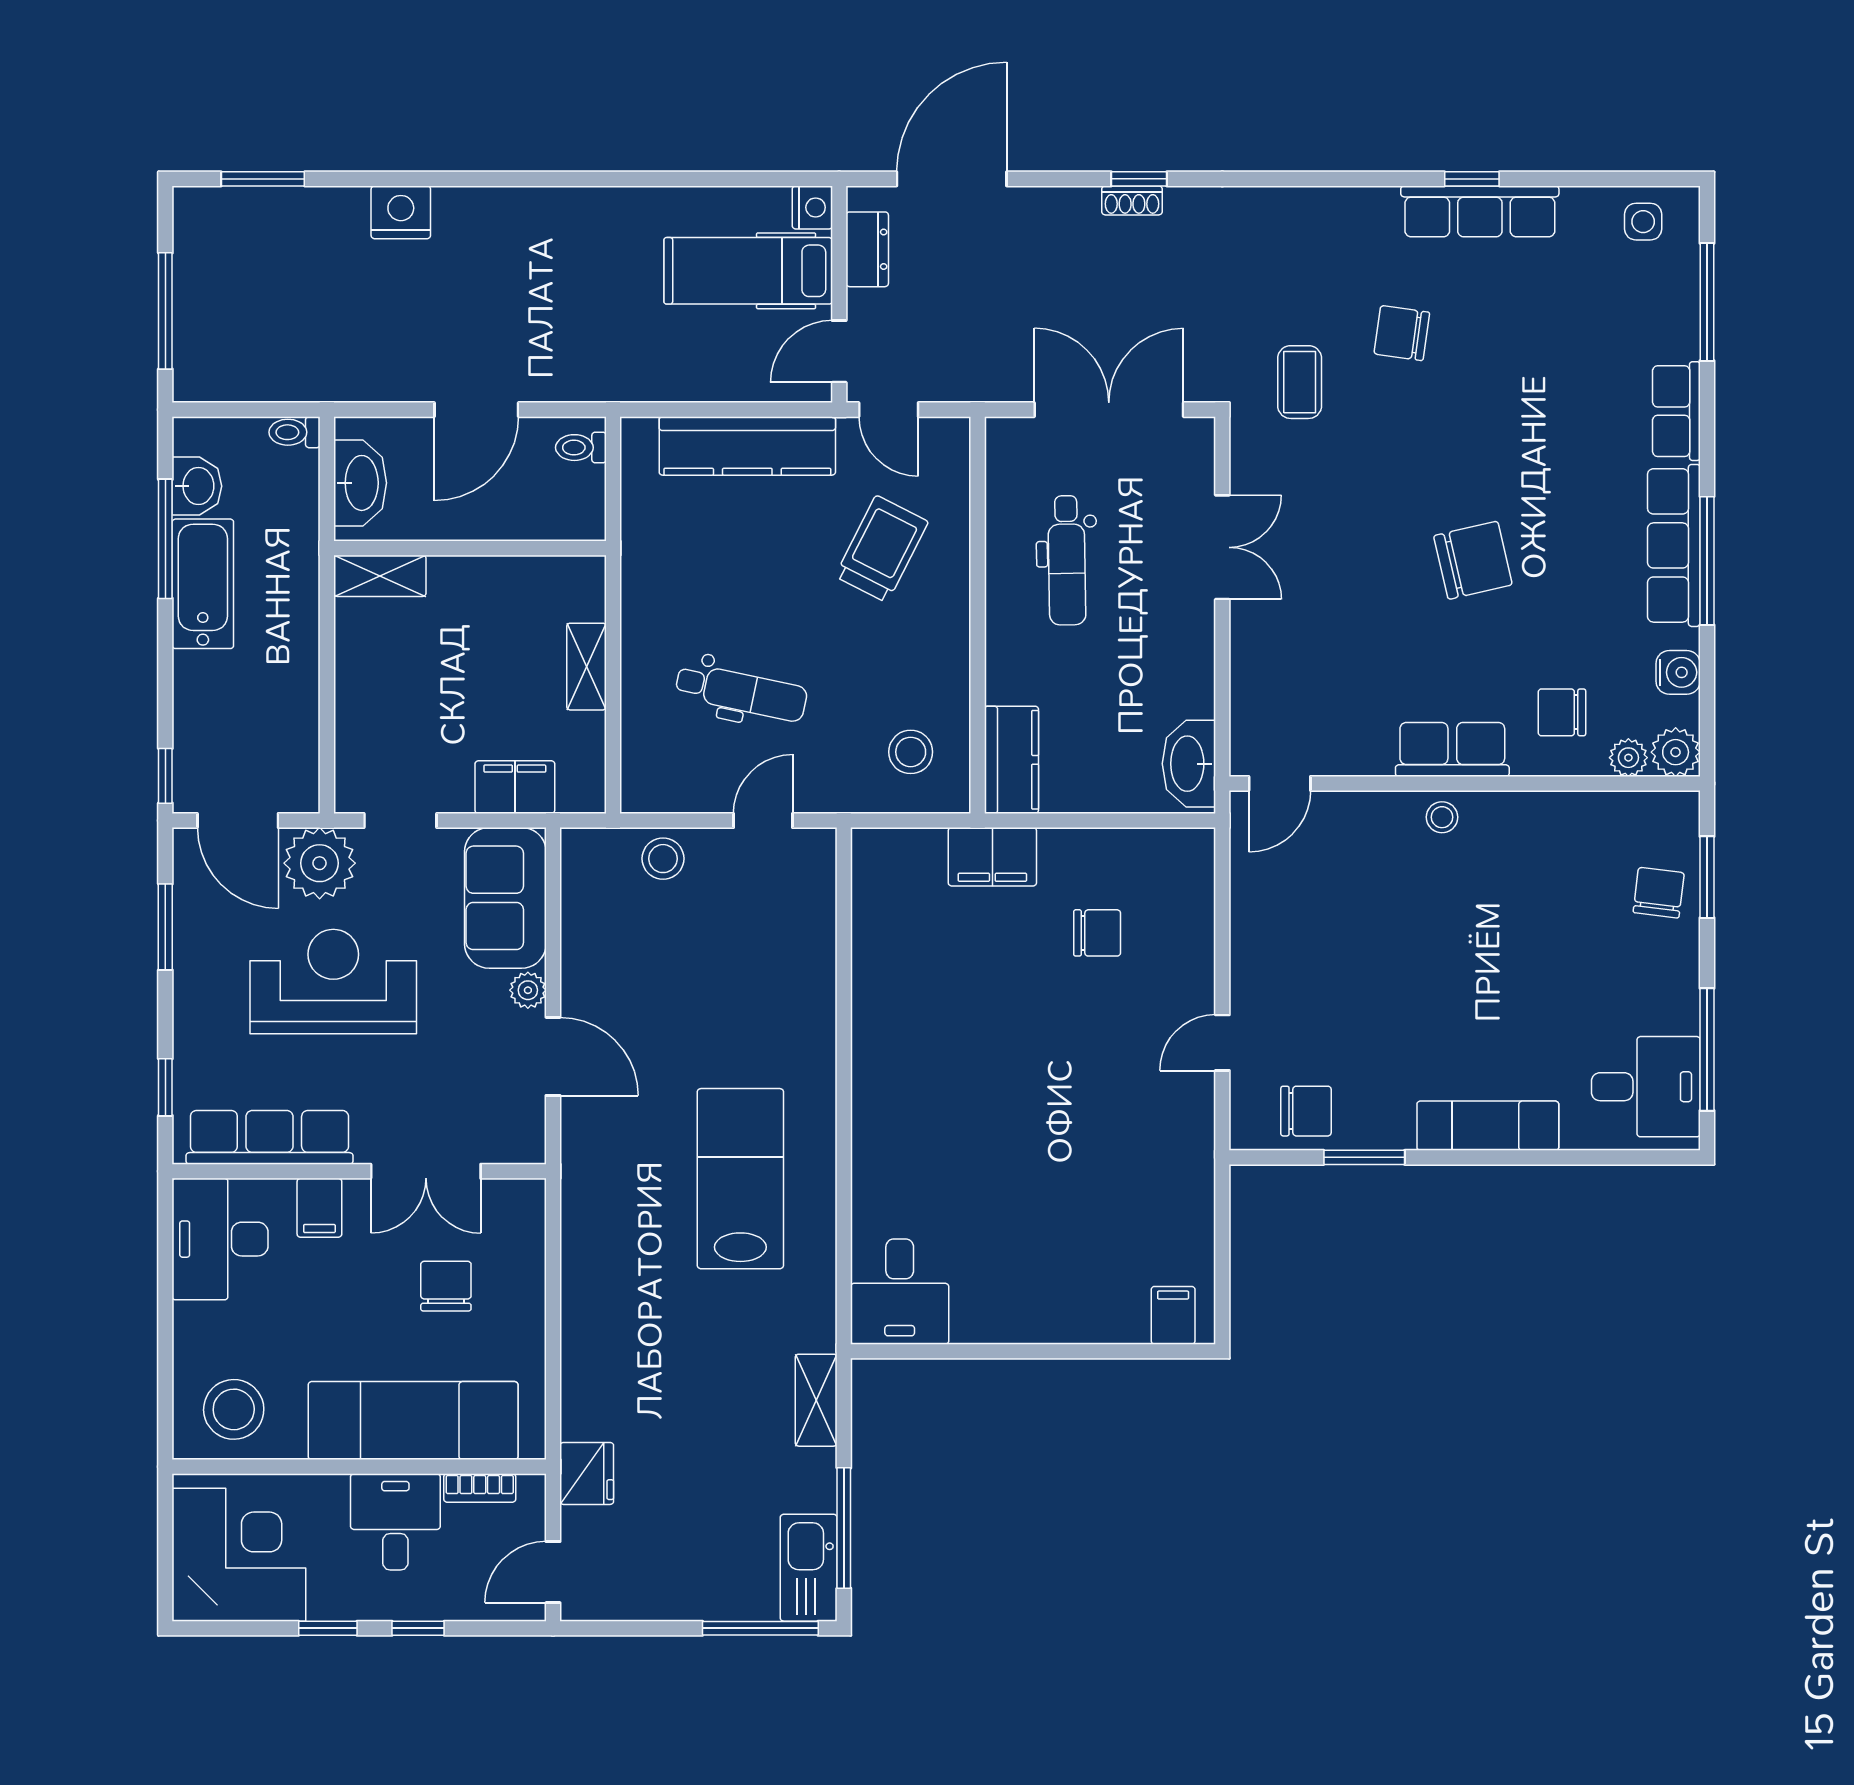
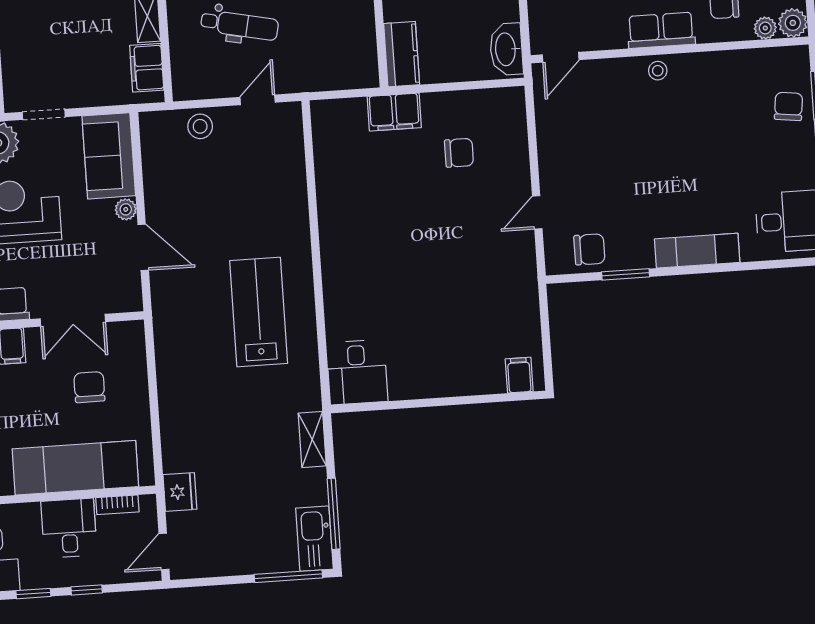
stool: (911, 752) -> (342, 54), removed
filing cabinet: (515, 787) -> (147, 68), moved, turned -90

